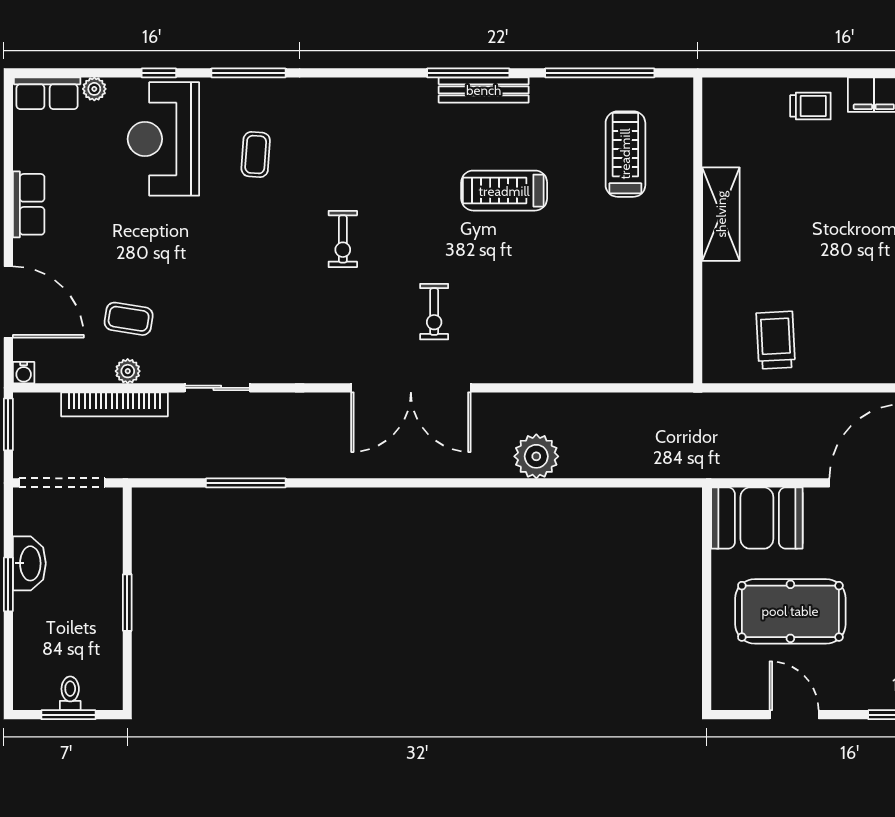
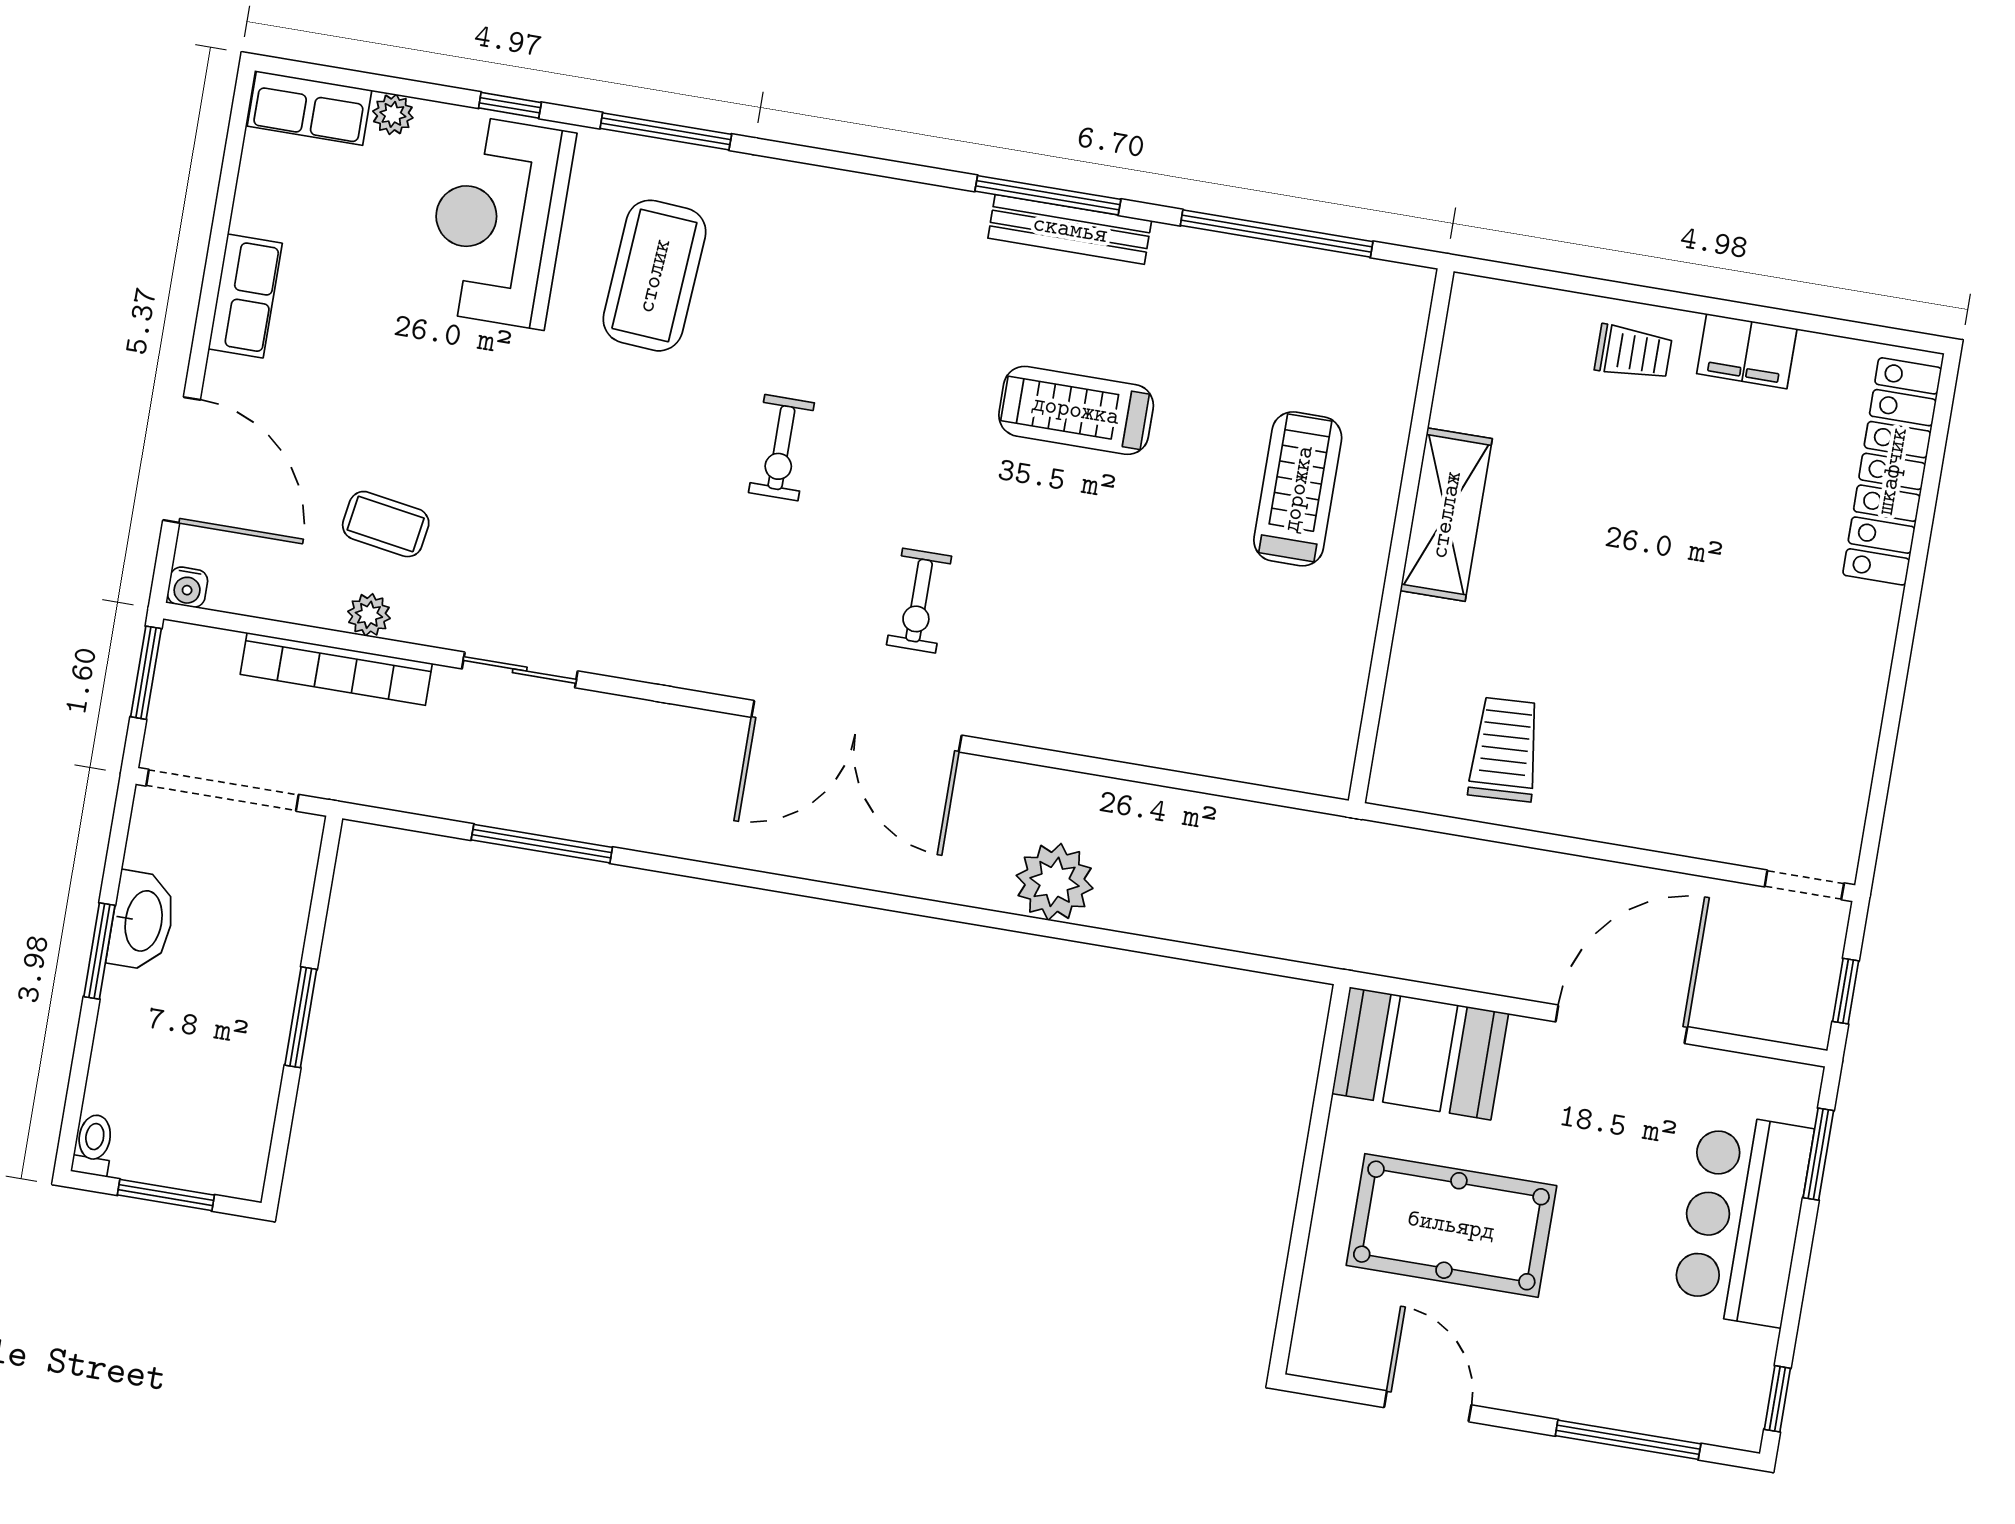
treadmill: (625, 154) -> (1298, 489), moved
coffee table: (256, 155) -> (654, 276), width x1.86, depth x1.72
toilet: (70, 693) -> (93, 1145), moved

